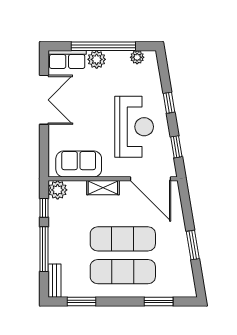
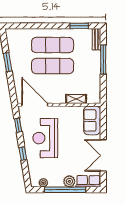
sofa: (79, 164) -> (92, 120), moved, turned 90
shelving: (103, 188) -> (76, 99), moved
plant: (58, 190) -> (94, 98), removed
window: (44, 208) -> (103, 86), removed
window: (159, 301) -> (30, 26), removed

